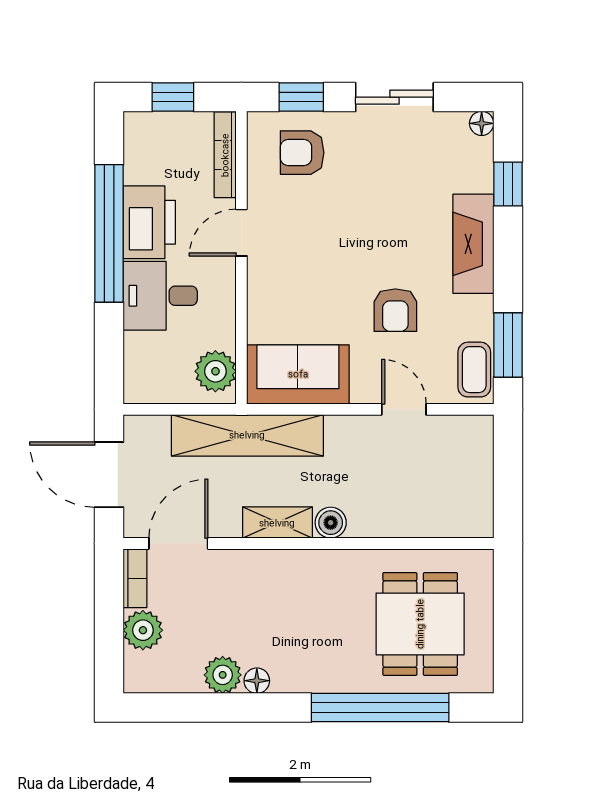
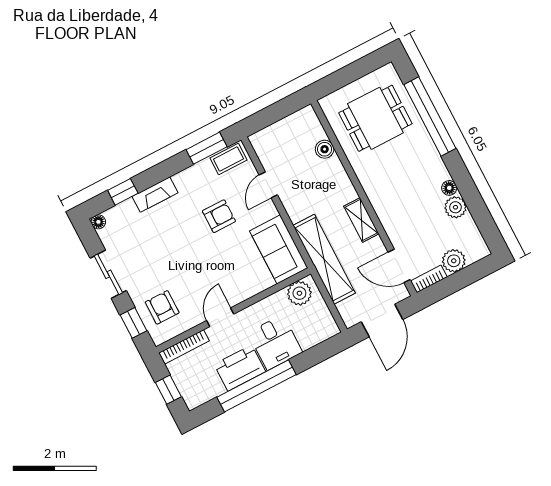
armchair: (302, 153) -> (162, 307), turned 180
door: (241, 233) -> (220, 317), swing flipped
fireplace: (473, 244) -> (155, 195), width x0.73, depth x0.76
boiler: (331, 523) -> (325, 149), moved

